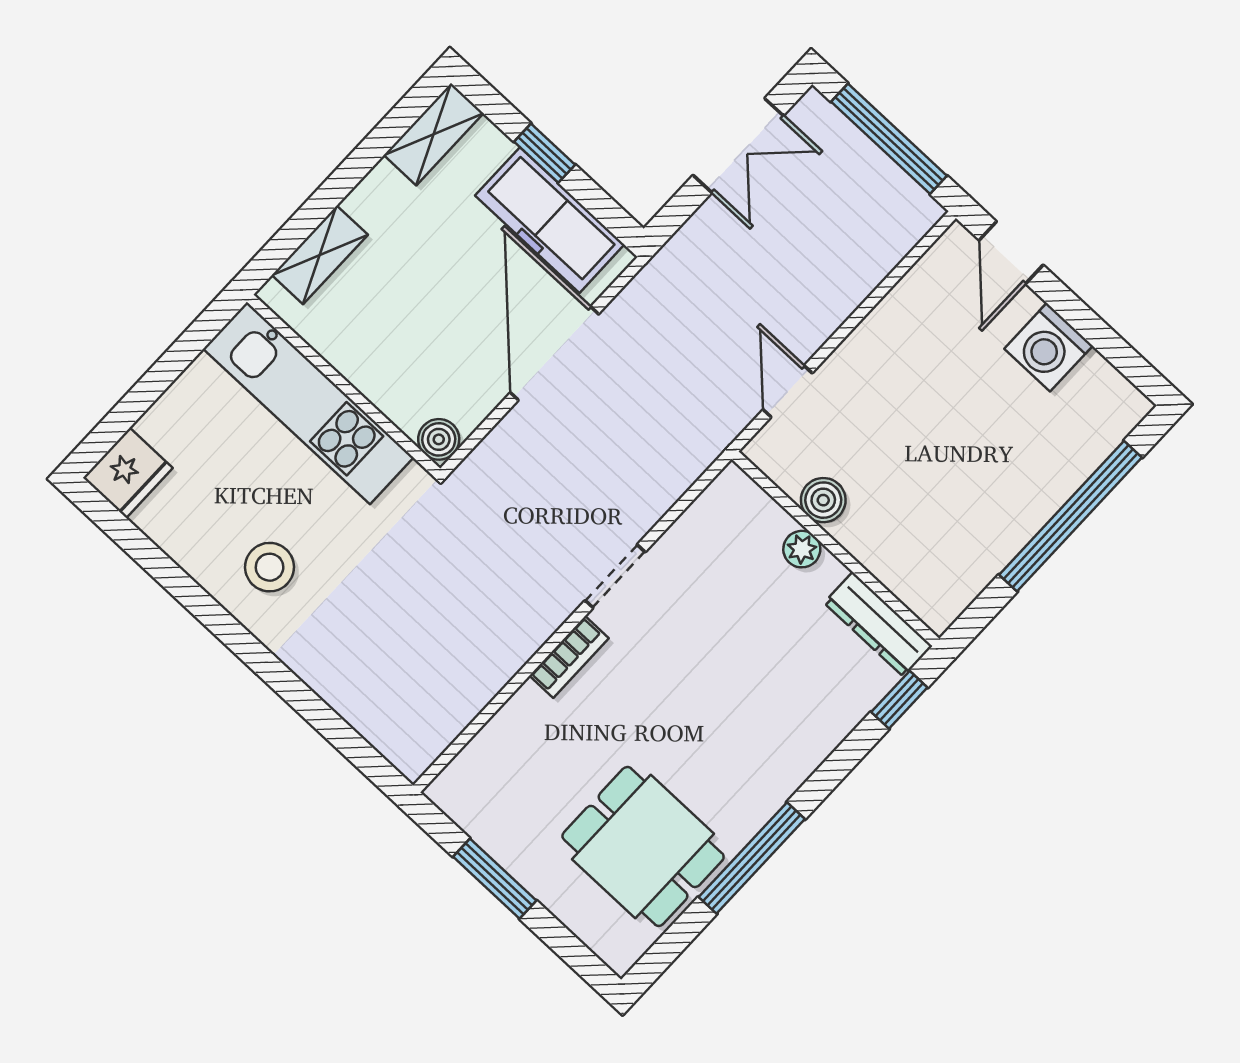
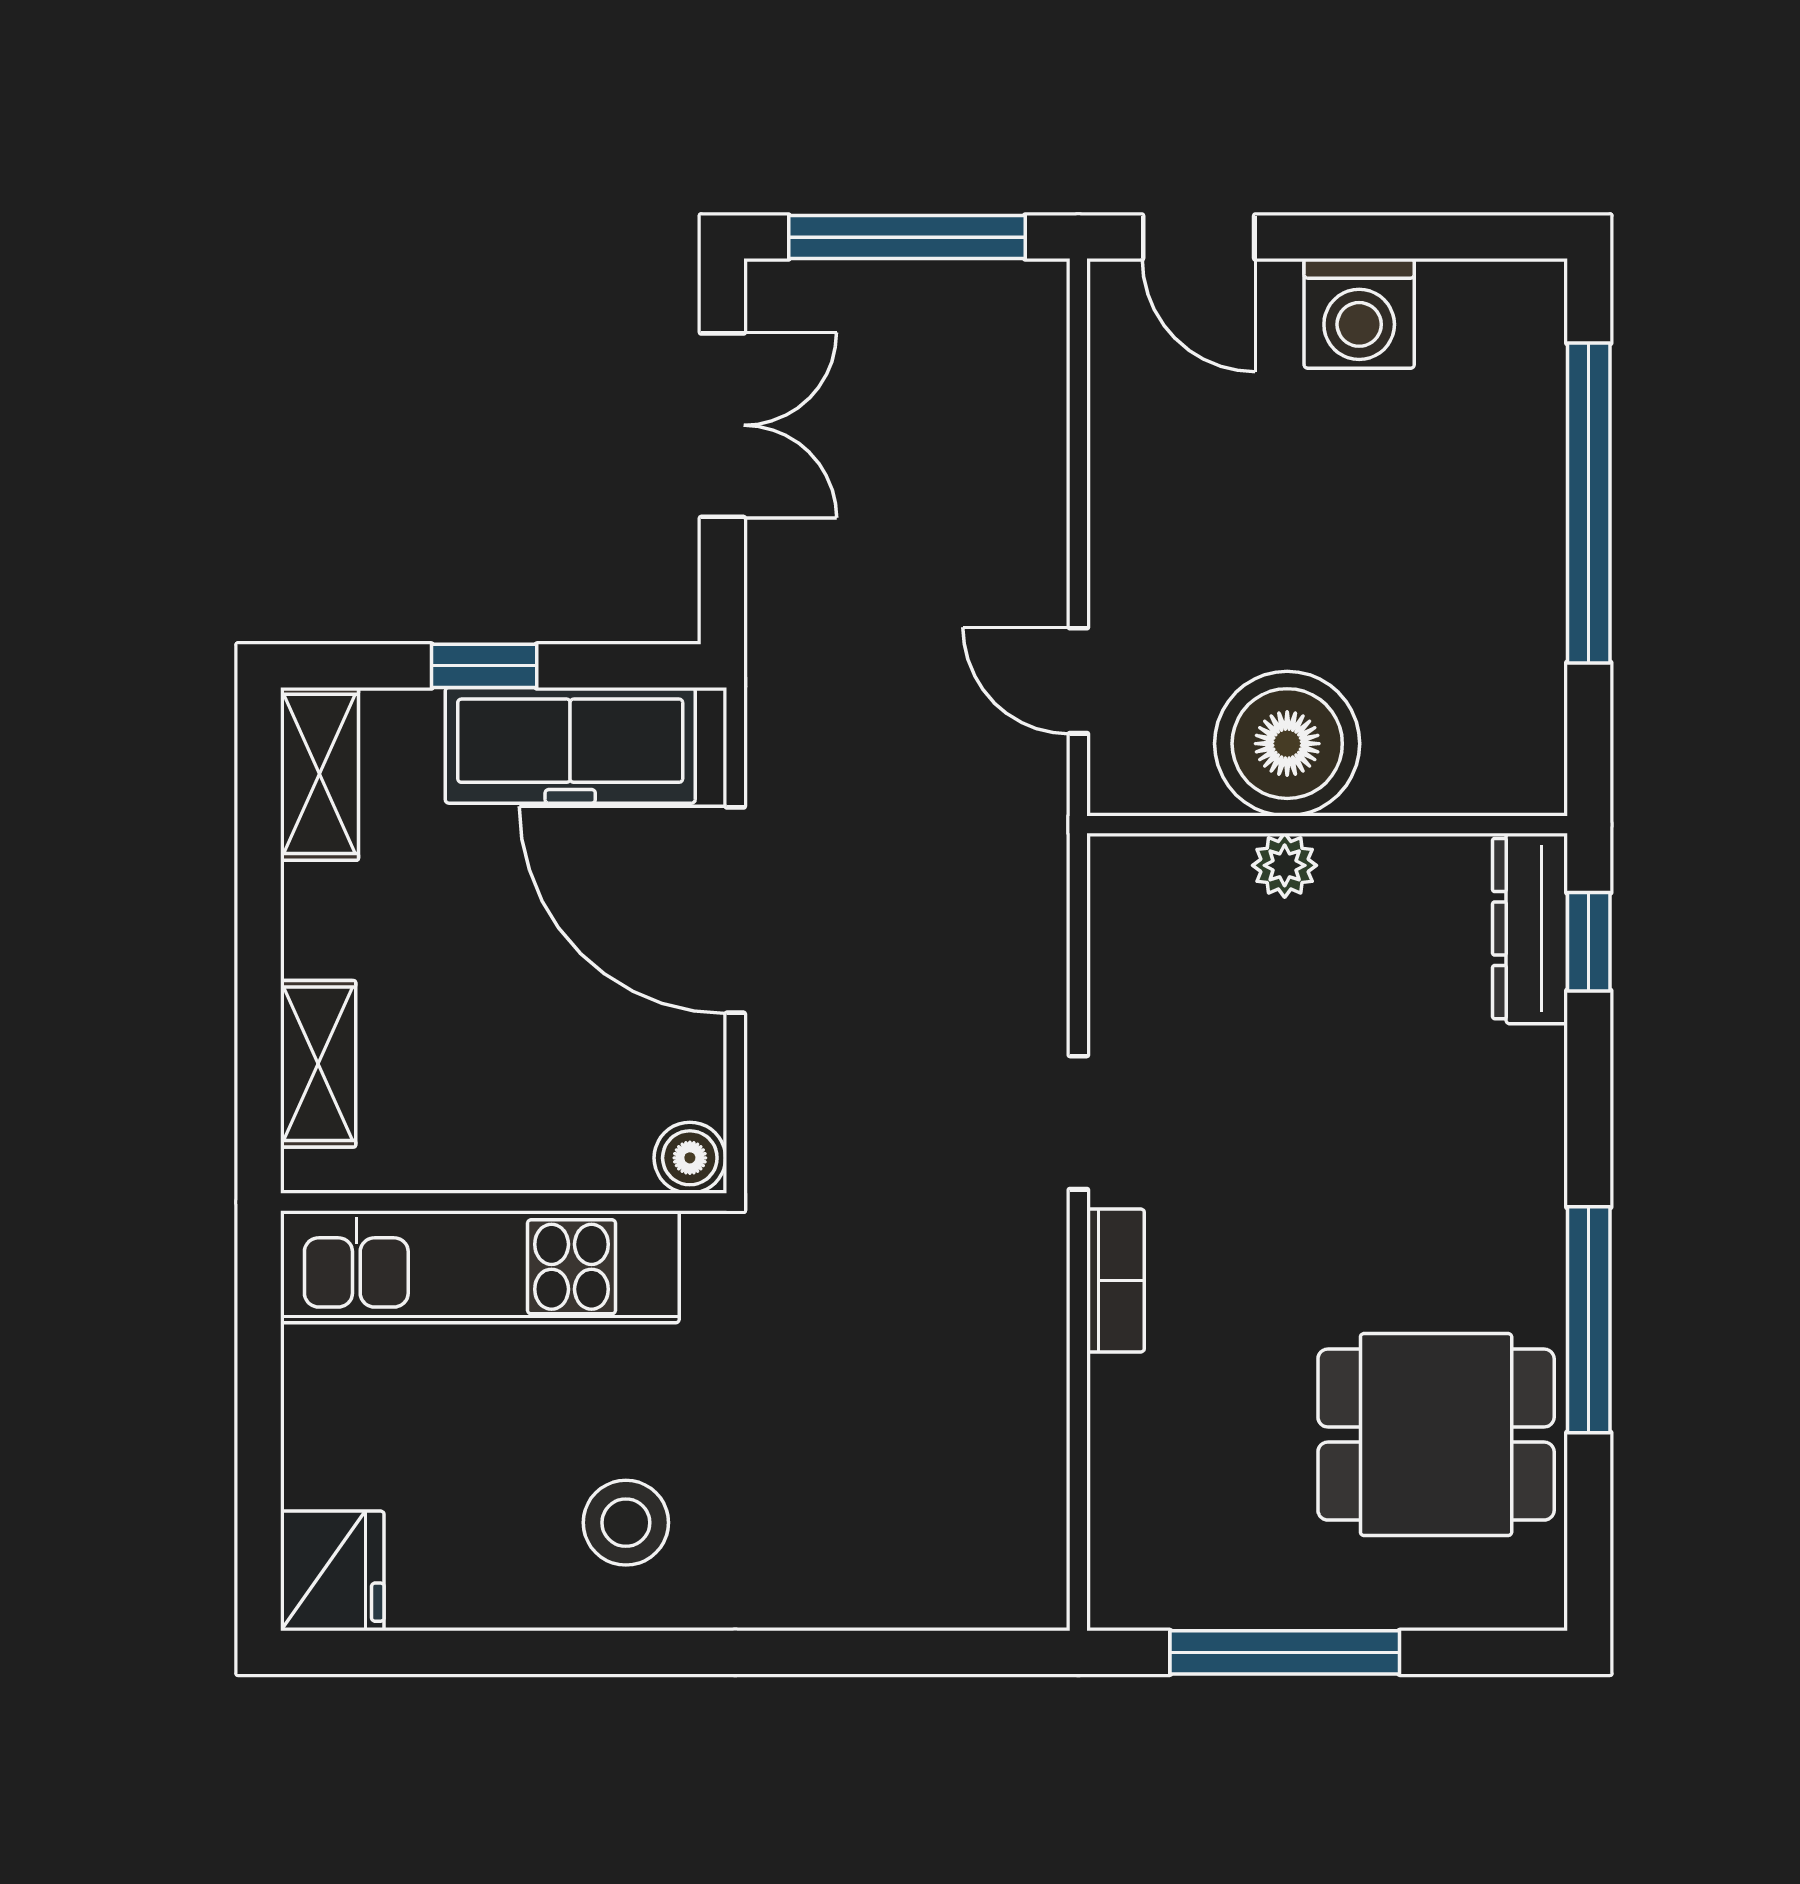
boiler: (823, 500) -> (1287, 744), width x1.86, depth x1.86
dresser: (878, 624) -> (1530, 929), moved, turned 90
window: (495, 879) -> (1285, 1652), width x1.44

